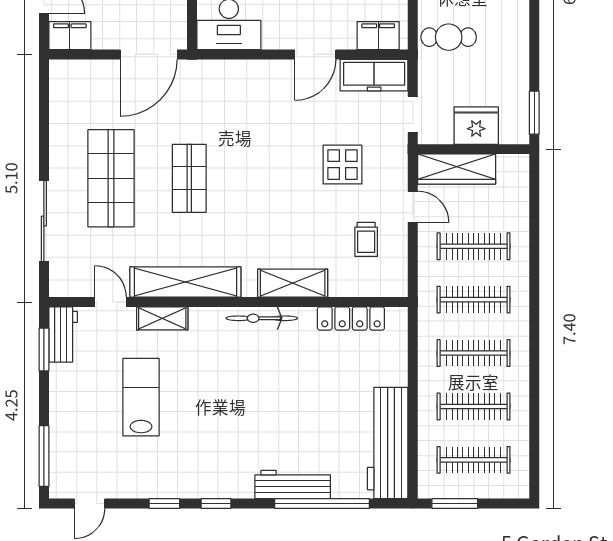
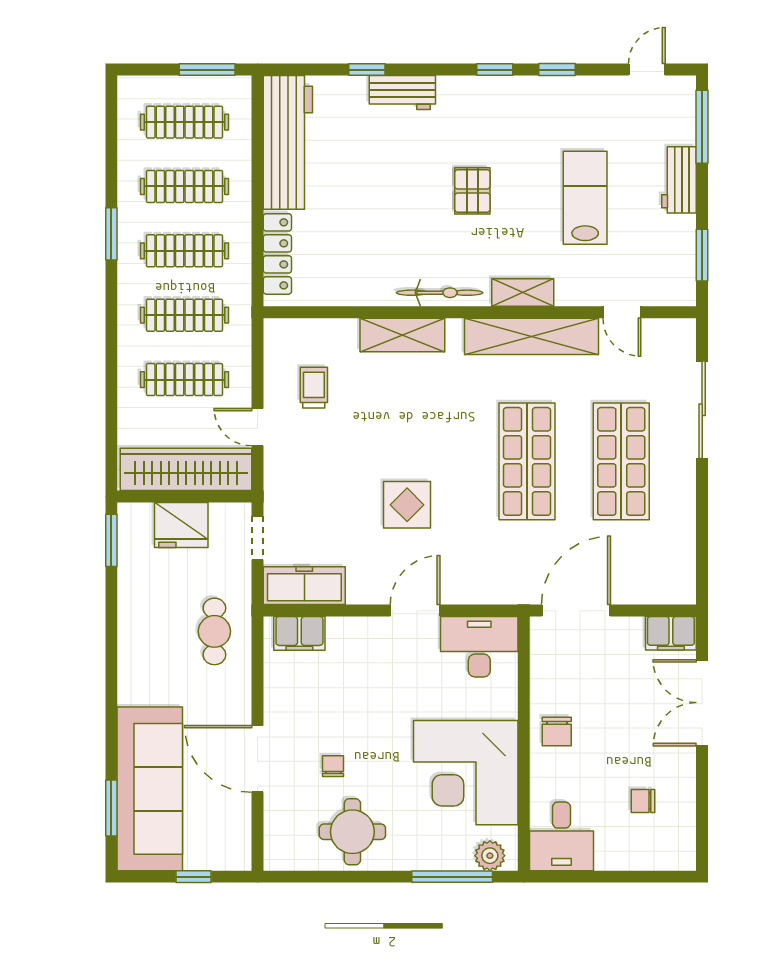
cafe table: (449, 37) -> (214, 631), turned 90
door: (315, 54) -> (415, 611), moved
display table: (342, 165) -> (407, 505), moved
wardrobe: (457, 169) -> (186, 469), width x1.40, depth x1.17
shop shelf: (189, 178) -> (527, 461), width x1.43, depth x1.36
shelving: (162, 318) -> (523, 293), moved
locker: (351, 318) -> (277, 254), moved, turned 90
workbench: (63, 334) -> (679, 180), moved
window: (534, 367) -> (111, 234), added
lab bench: (141, 397) -> (585, 198), turned 180
pallet: (235, 403) -> (472, 191), added
workbench: (293, 484) -> (402, 92), width x0.73
window: (322, 504) -> (367, 70), width x0.32

